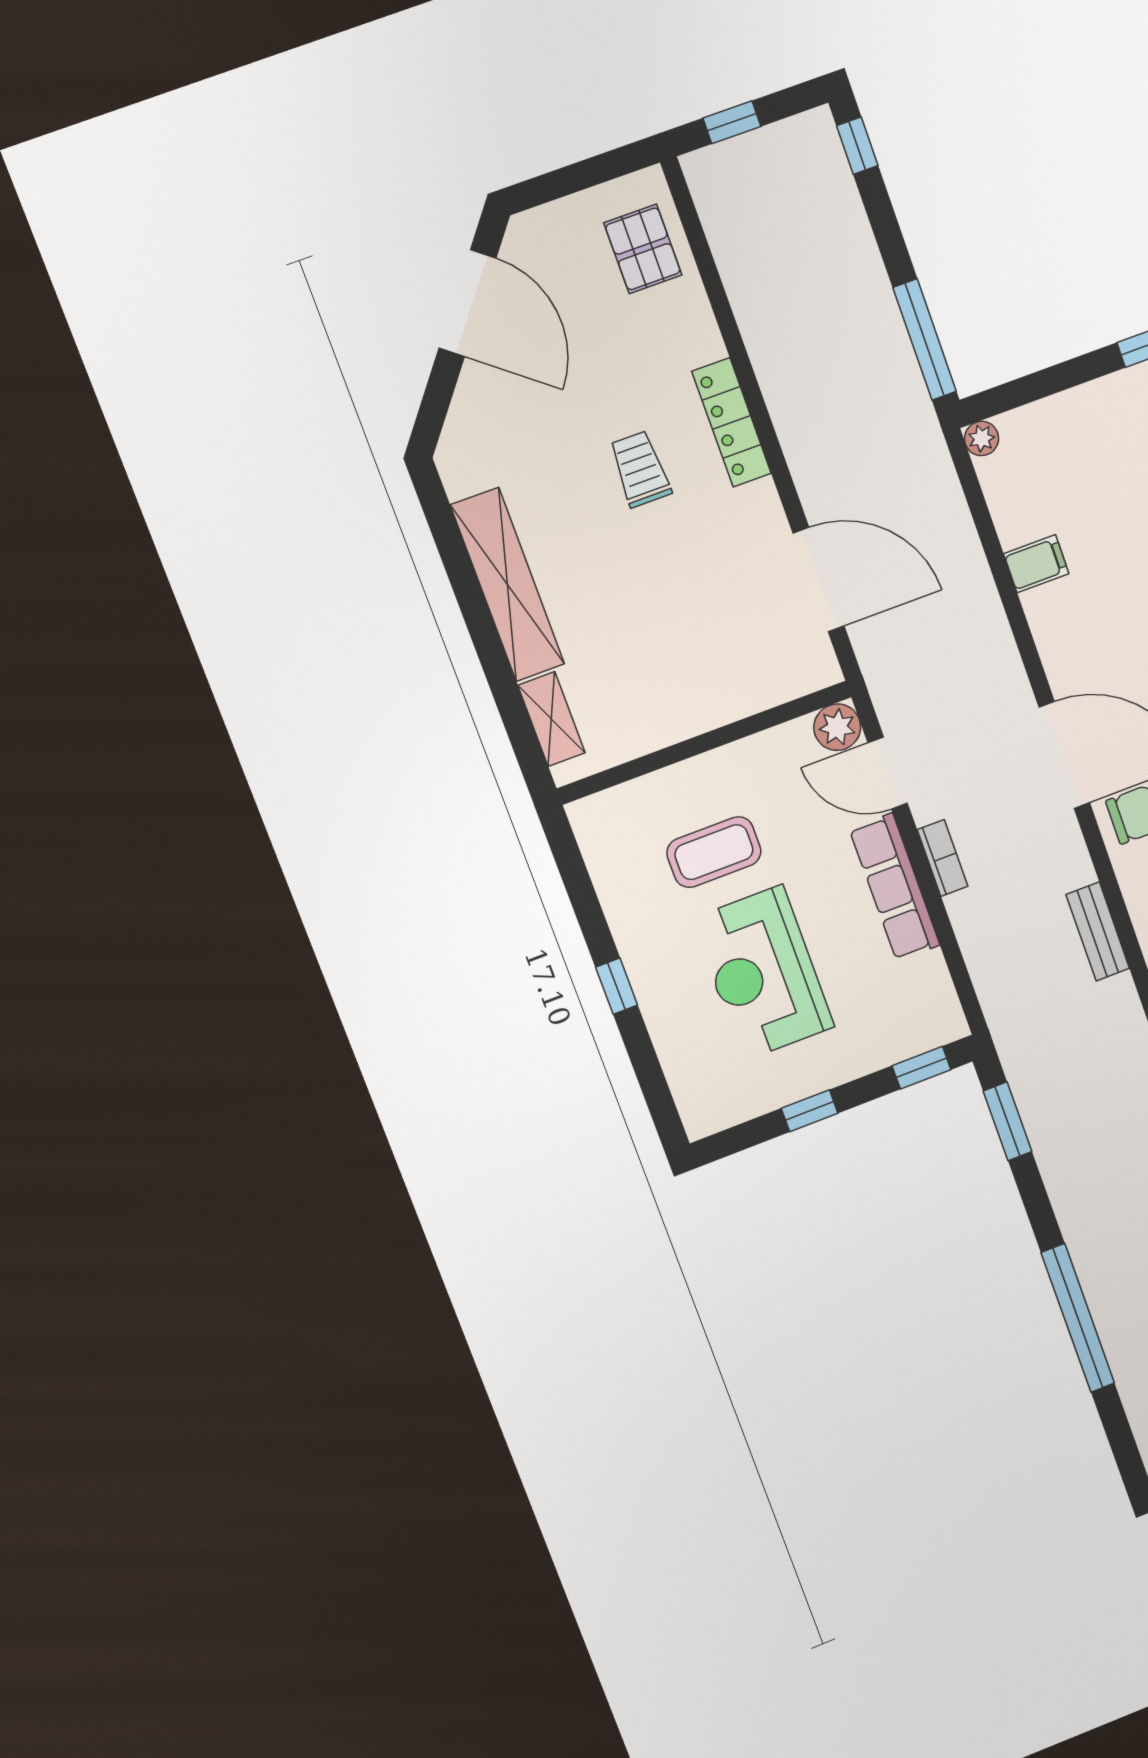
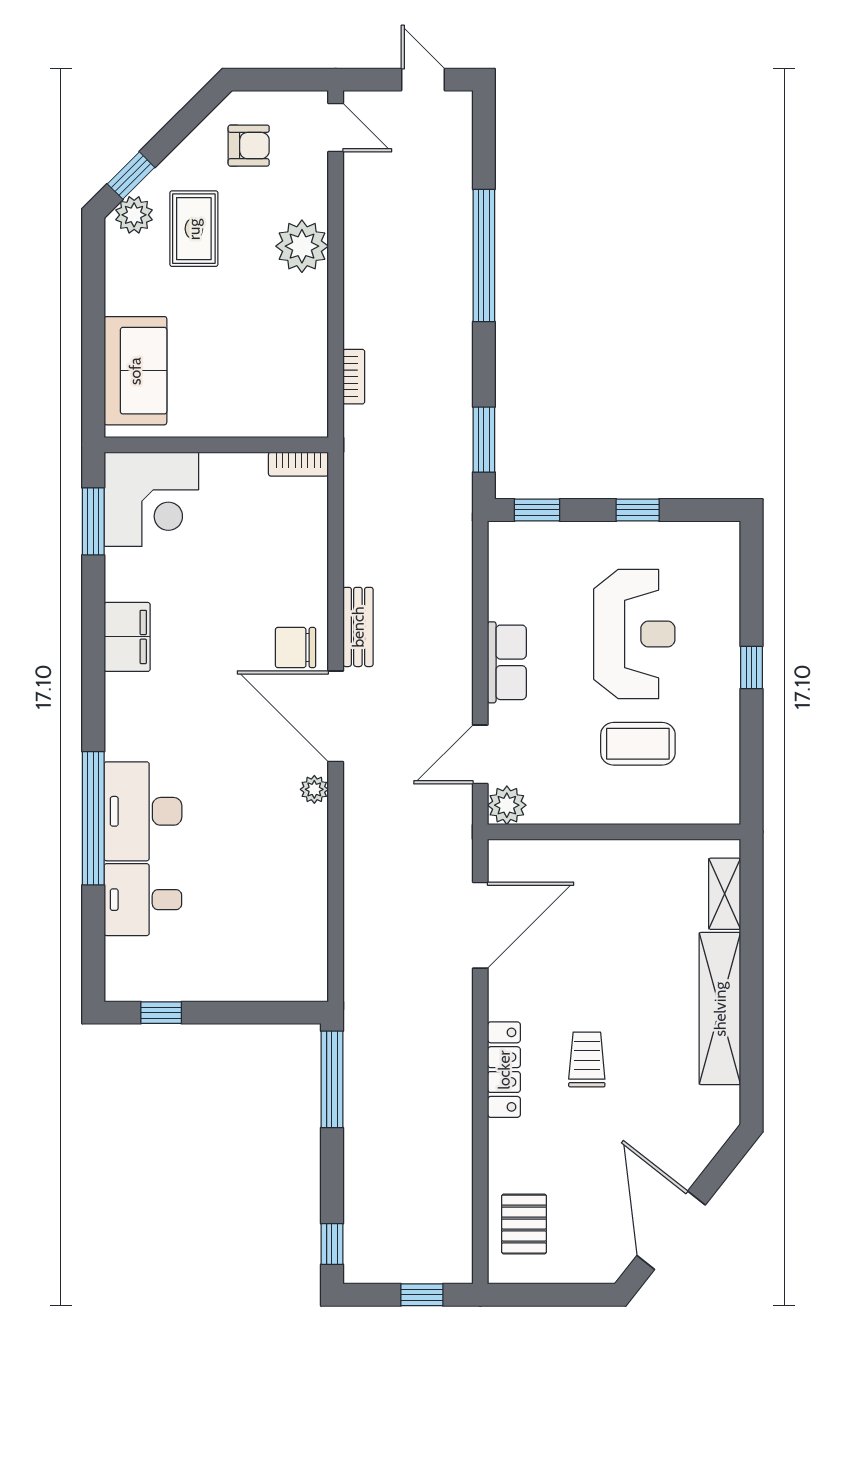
plant: (982, 438) -> (314, 789), moved
trolley: (640, 469) -> (587, 1059), turned 180
filing cabinet: (1036, 564) -> (305, 875), removed
door: (819, 580) -> (480, 925), swing flipped
door: (888, 773) -> (480, 754), swing flipped
bookcase: (942, 858) -> (461, 671), removed
row of seats: (895, 887) -> (507, 662), width x0.68
bench: (1098, 932) -> (358, 627), moved

